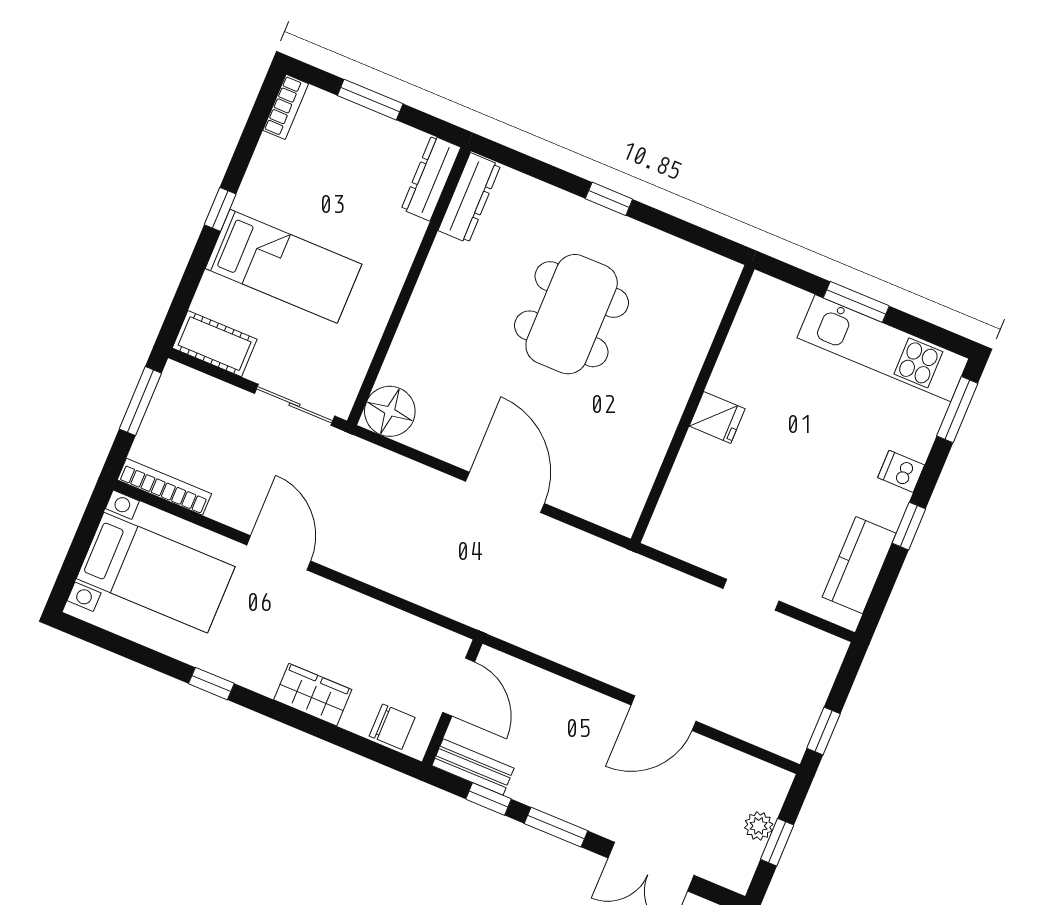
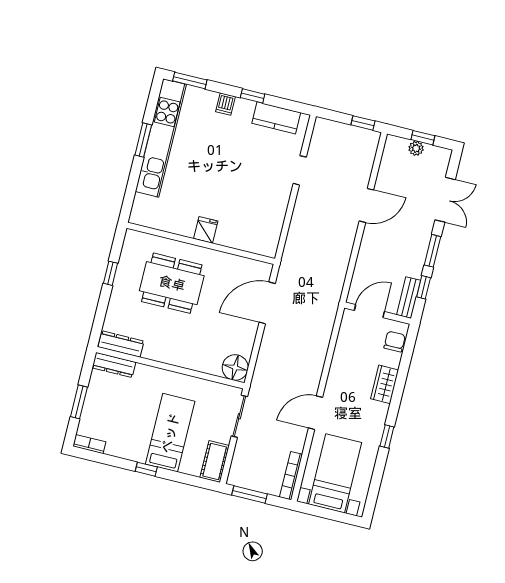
kitchen unit: (883, 348) -> (161, 138), width x1.36
wall: (693, 404) -> (201, 243), moved
fridge: (717, 417) -> (206, 230), moved
door: (663, 713) -> (366, 205), hinge flipped

